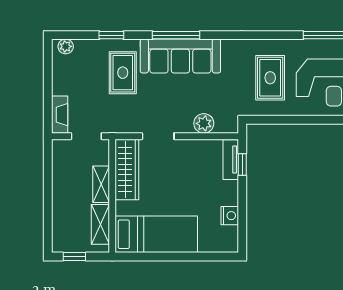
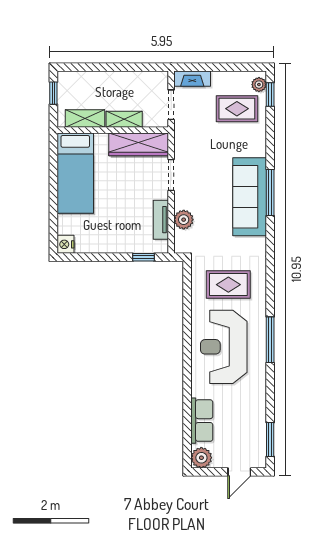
window: (111, 35) -> (270, 94), moved
rug: (123, 73) -> (237, 109), moved
tv unit: (231, 160) -> (161, 220), moved, turned -90
nightstand: (230, 216) -> (66, 244), moved, turned 90

